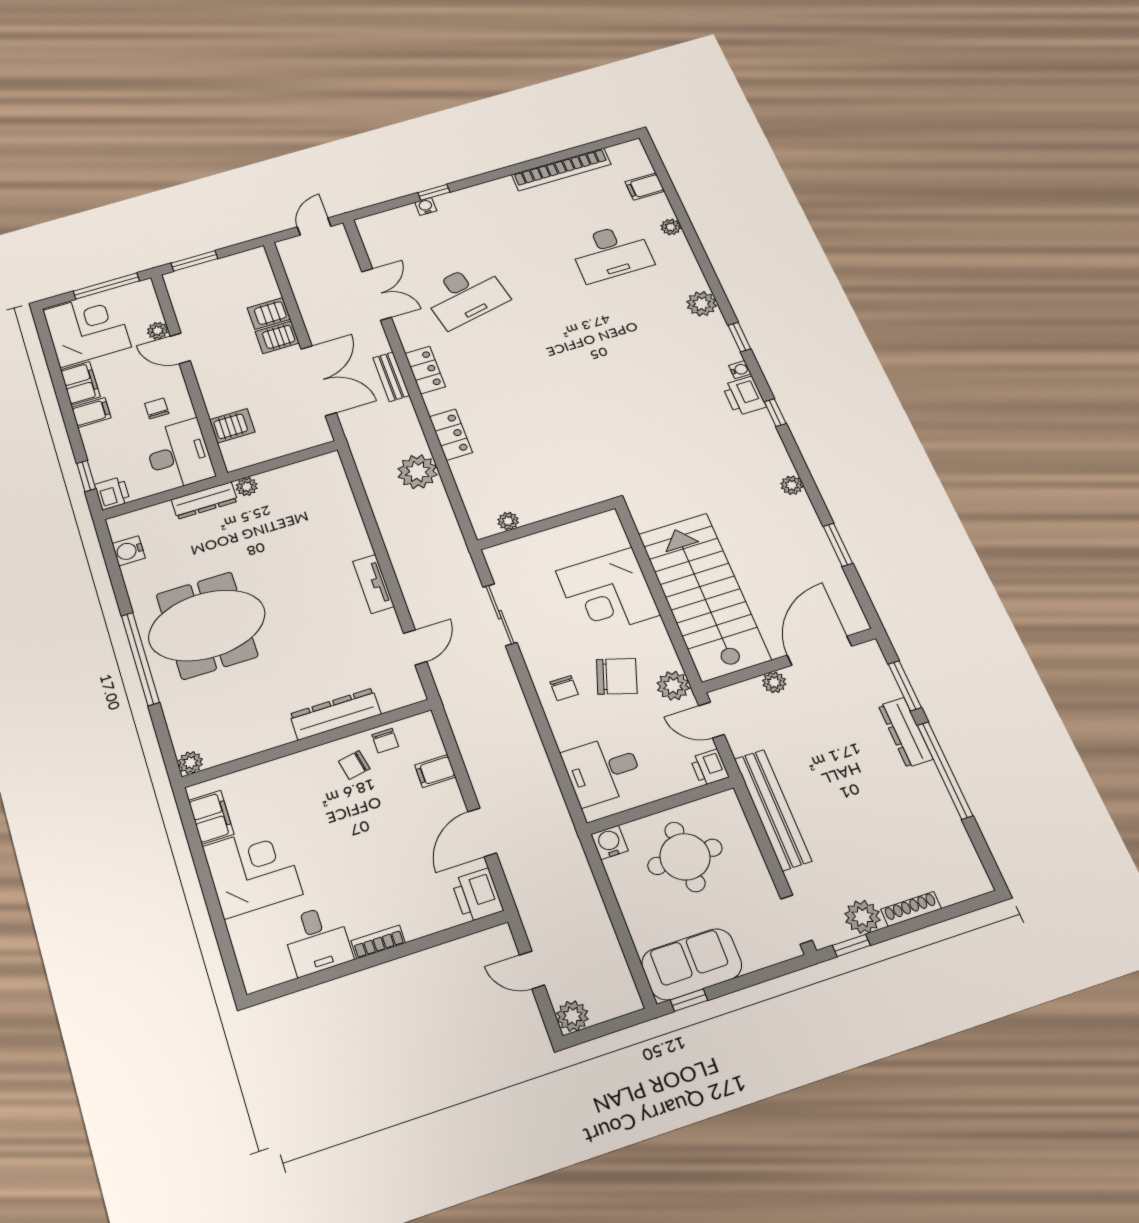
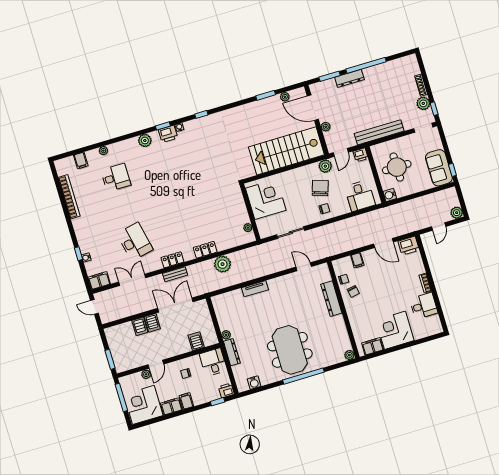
filing cabinet: (374, 233) -> (99, 281), added
desk: (611, 253) -> (116, 177), width x0.73
printer: (744, 396) -> (168, 134), moved
desk: (179, 455) -> (213, 362), width x0.73
plant: (792, 485) -> (285, 97), moved
tv unit: (373, 584) -> (255, 289), moved
corner desk: (608, 593) -> (266, 199), moved, turned -90

